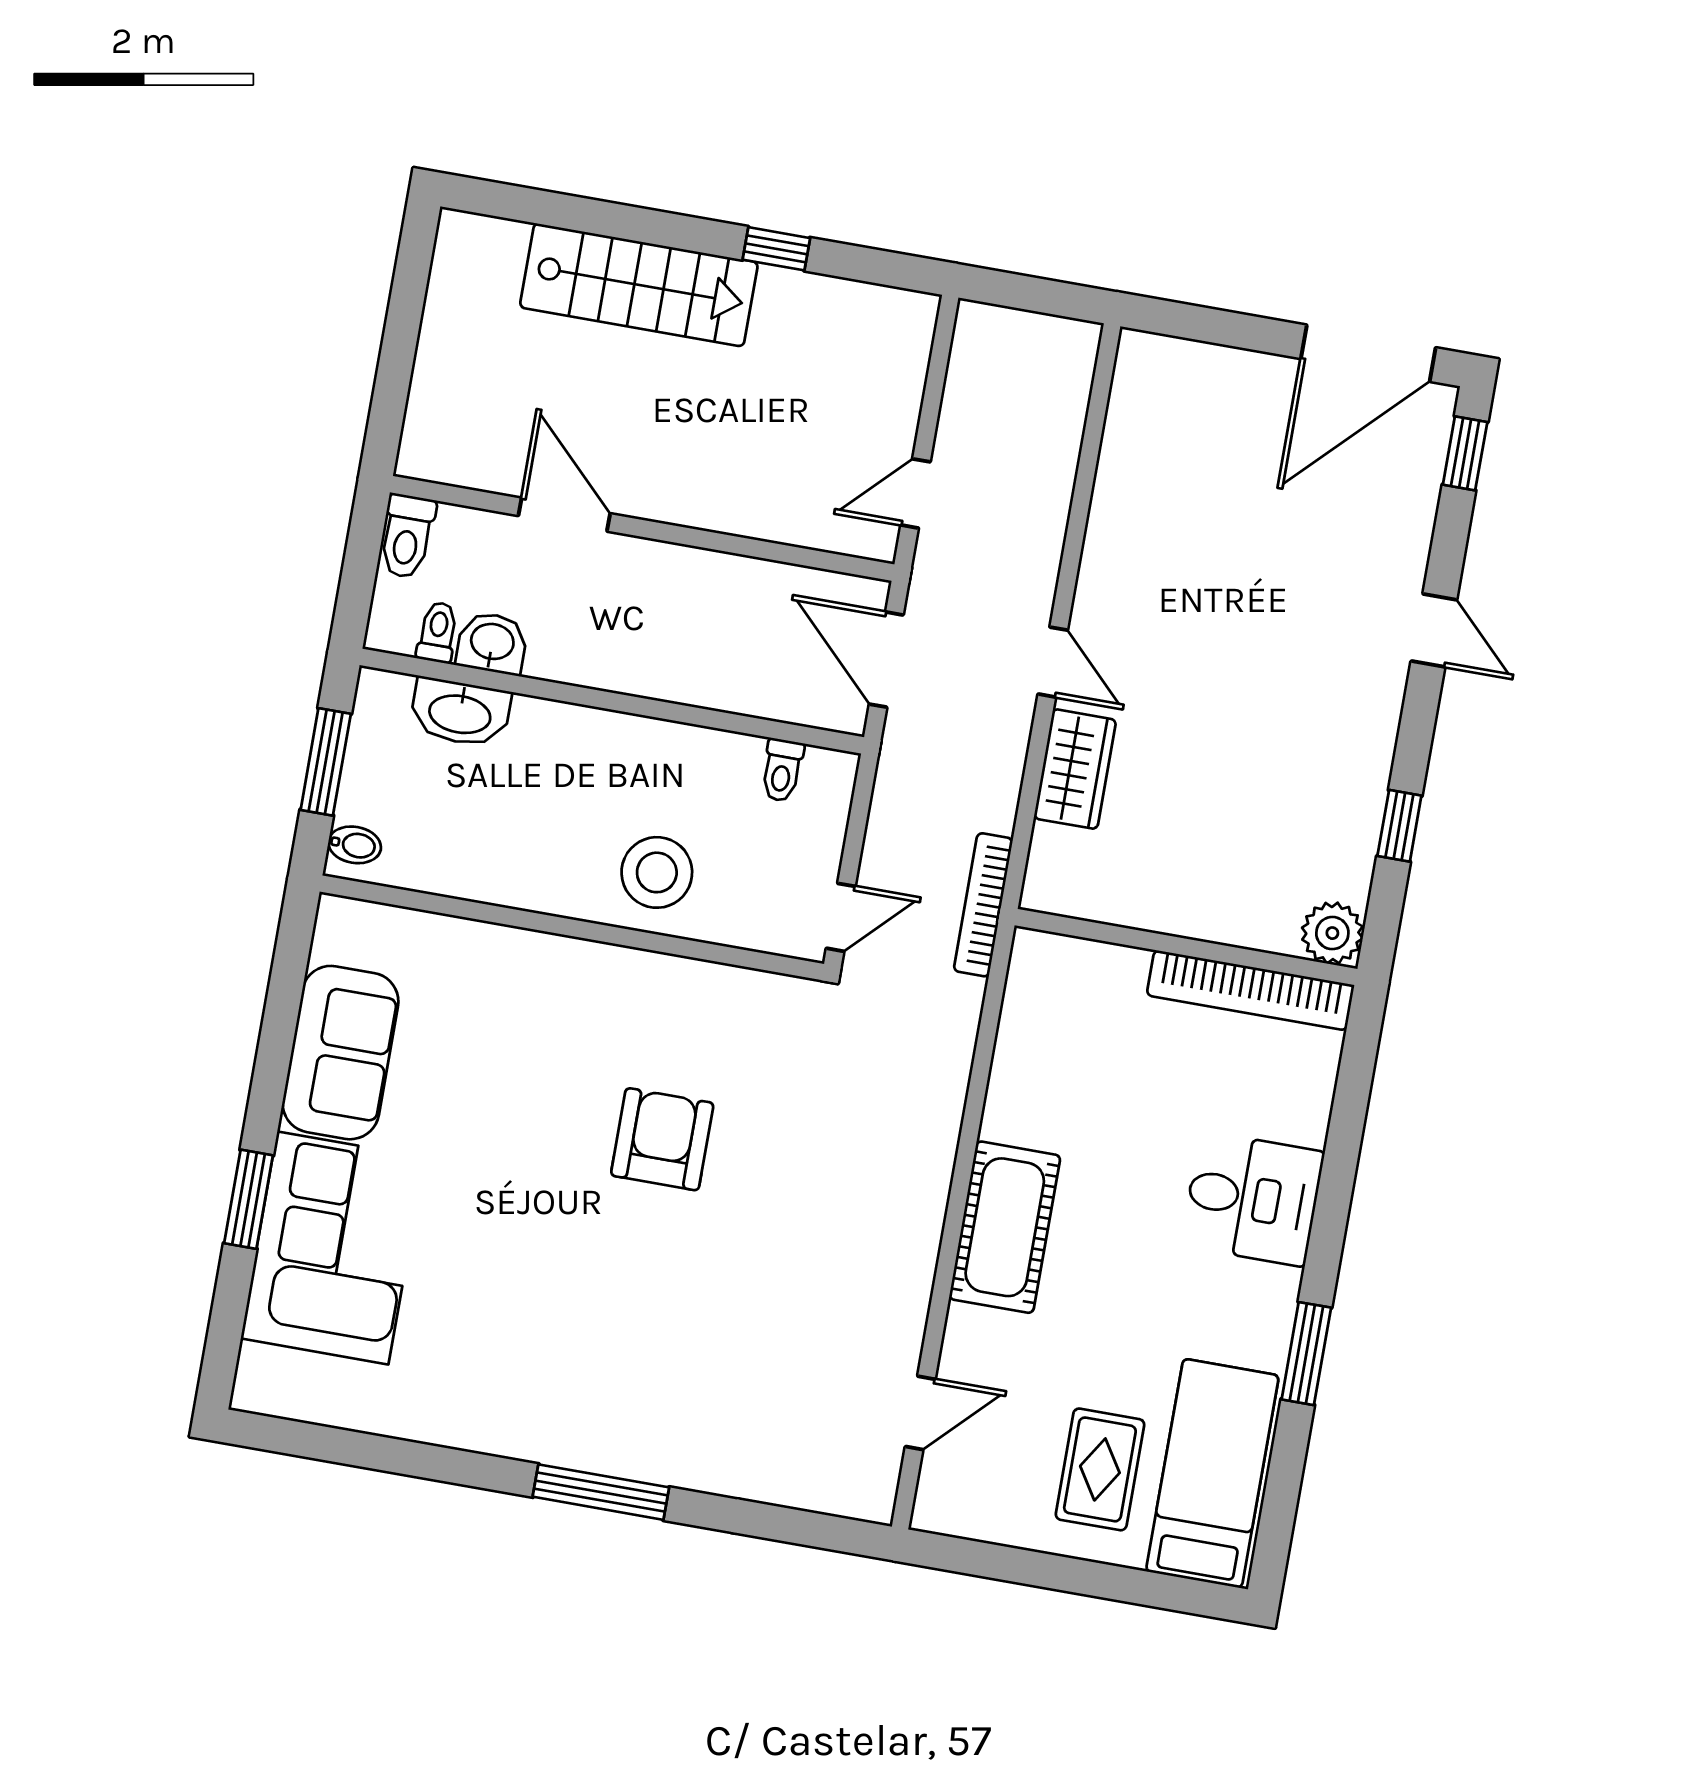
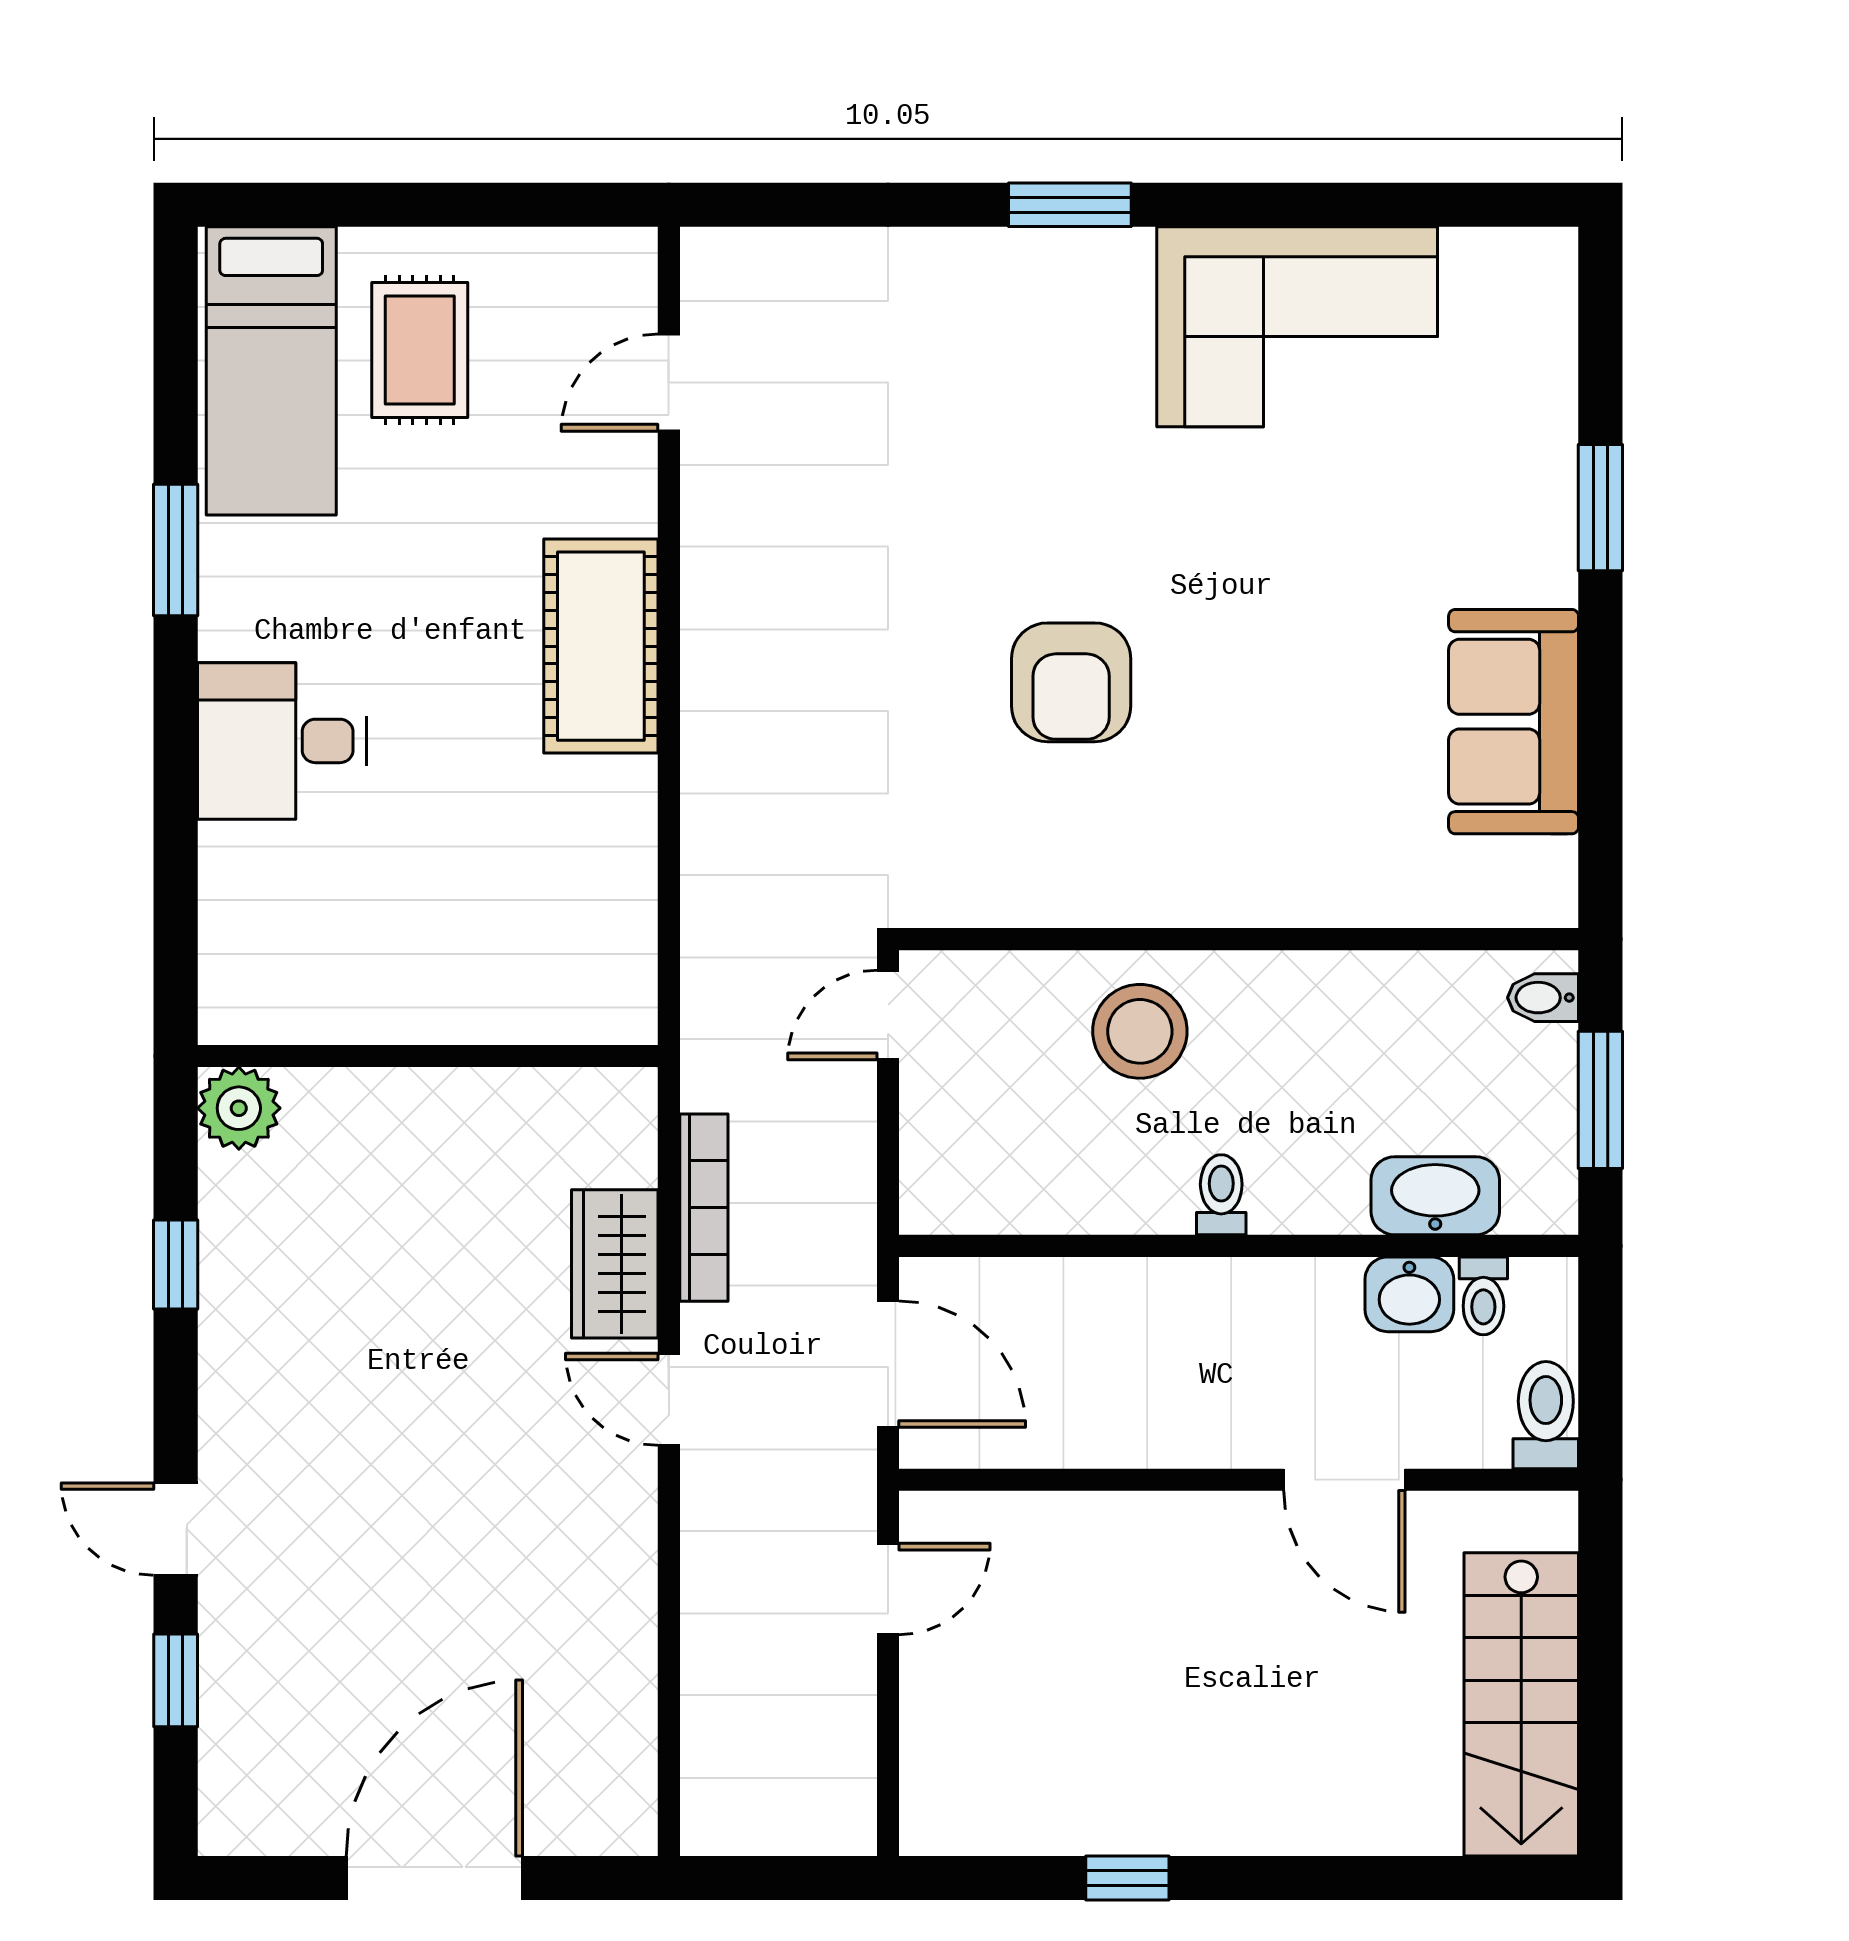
stairs: (639, 285) -> (1521, 1704), moved, turned -90
door: (1368, 353) -> (434, 1878), moved
window: (1465, 453) -> (176, 1680), moved
toilet: (782, 770) -> (1221, 1195), moved
bookcase: (983, 905) -> (704, 1208), moved
bookcase: (1251, 990) -> (333, 1014), removed
corner sofa: (333, 1248) -> (1297, 327), moved, turned -90
window: (601, 1492) -> (1070, 205), width x0.69

